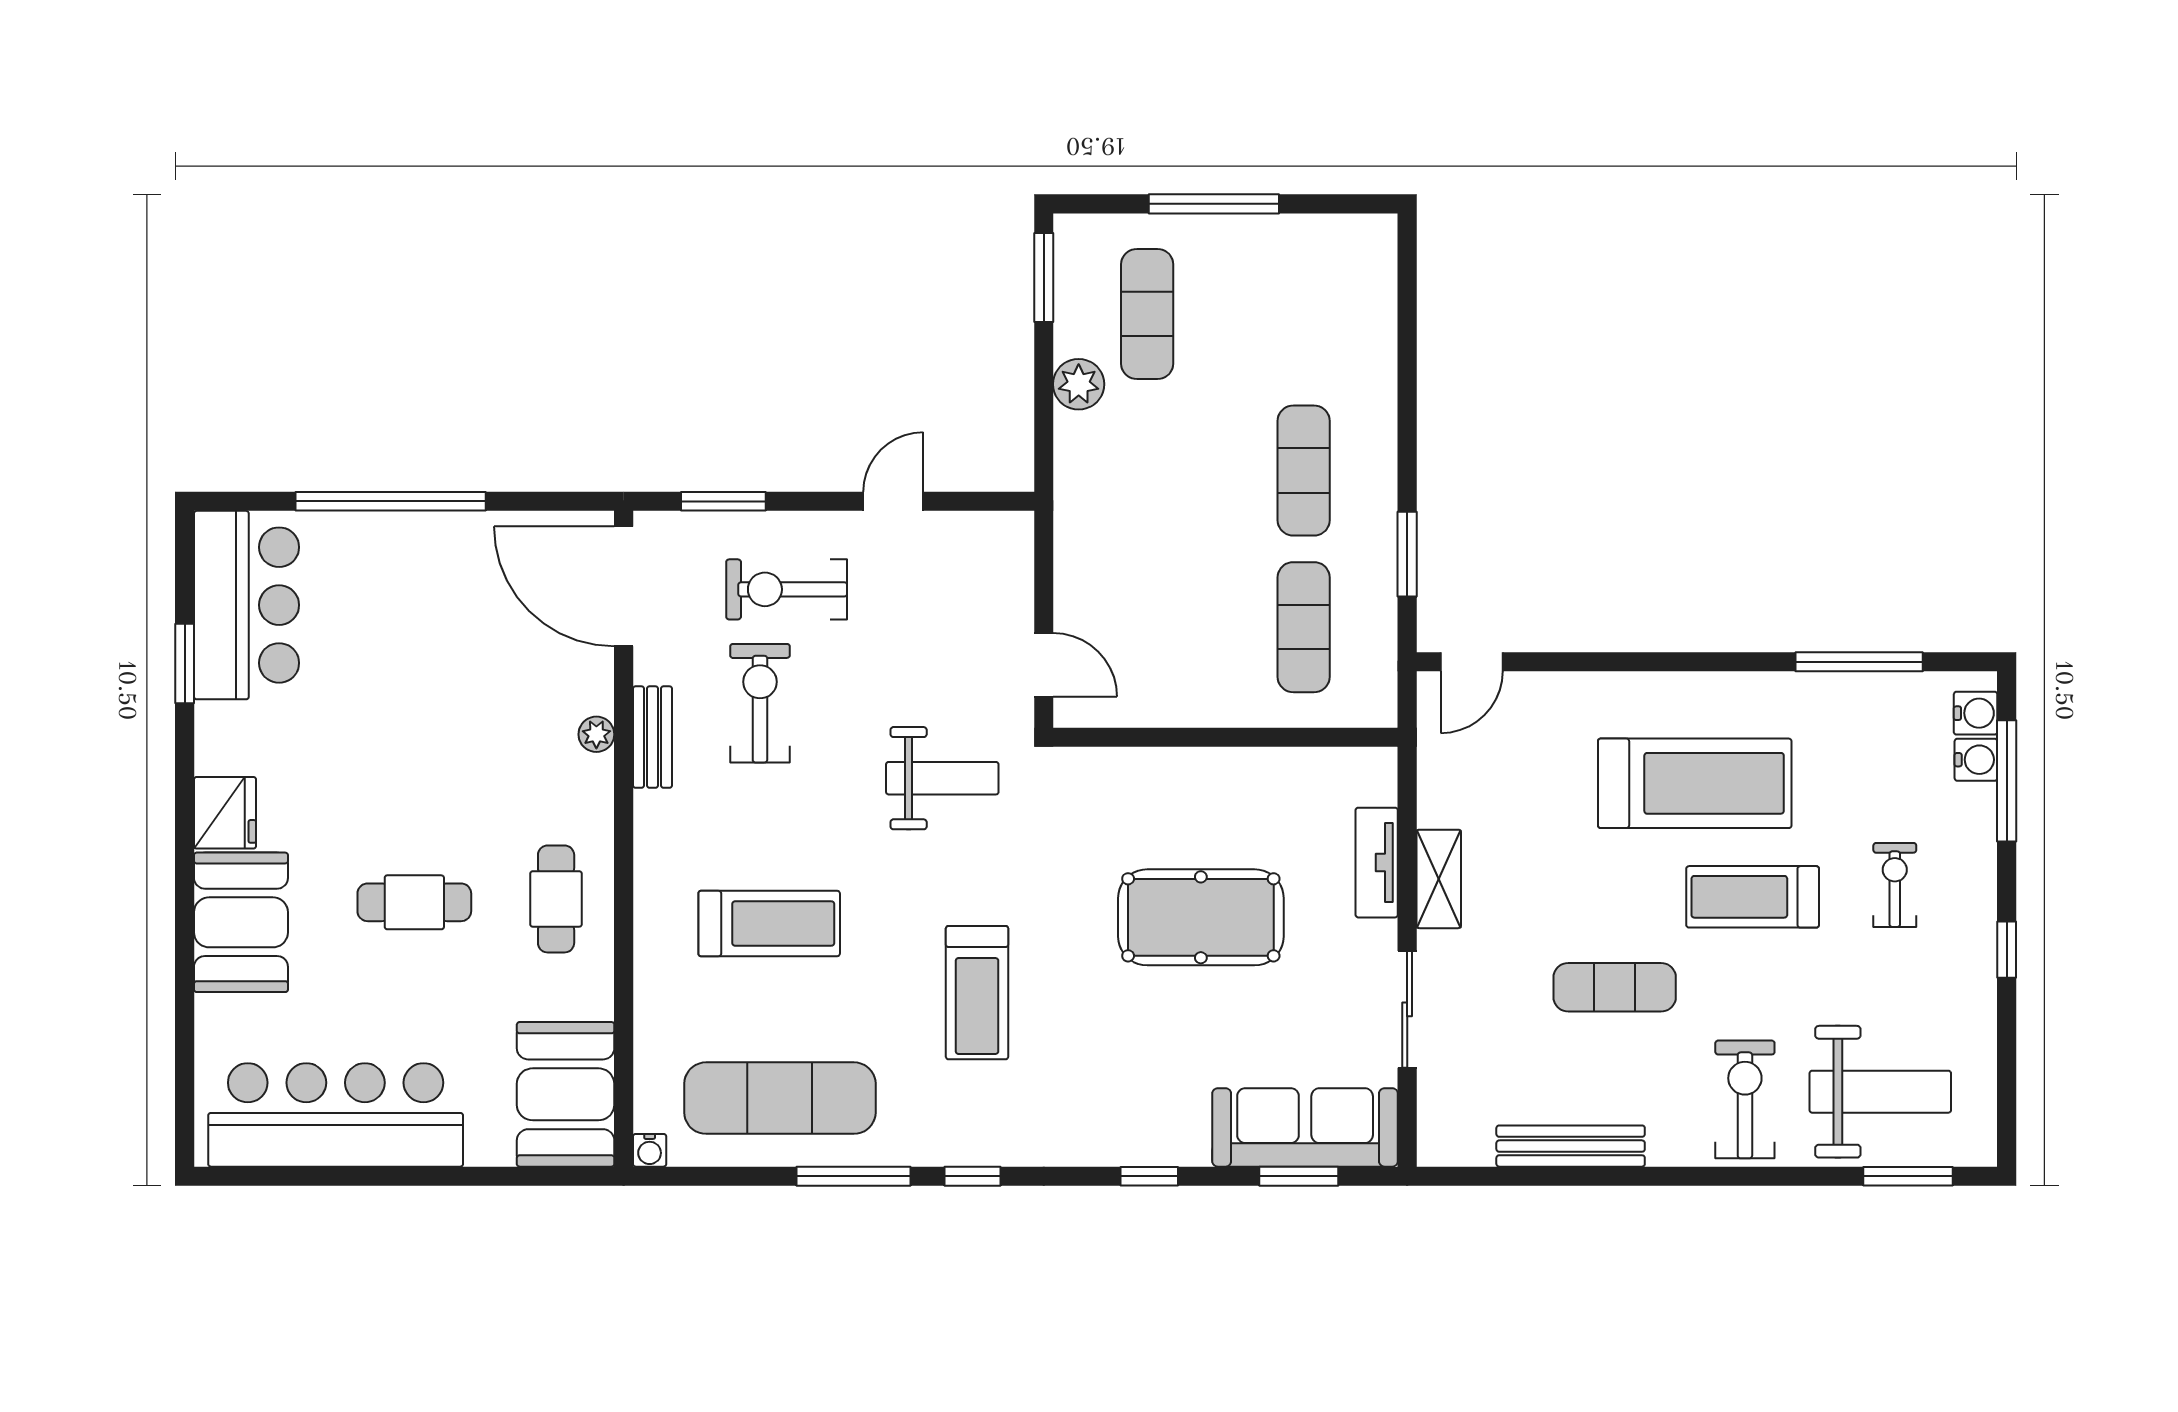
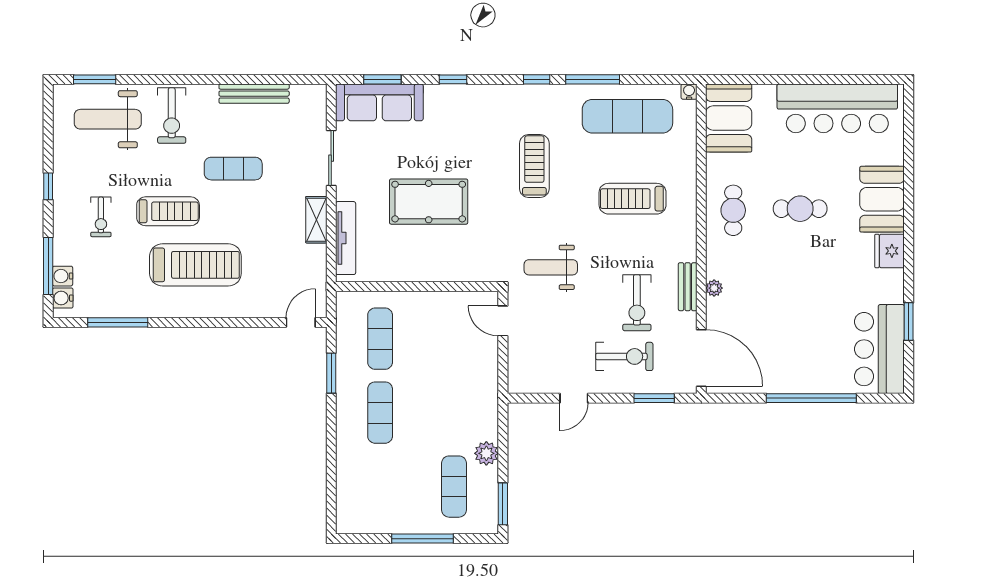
treadmill: (1695, 783) -> (195, 265), turned 180
tv unit: (1377, 863) -> (346, 238), width x1.41

